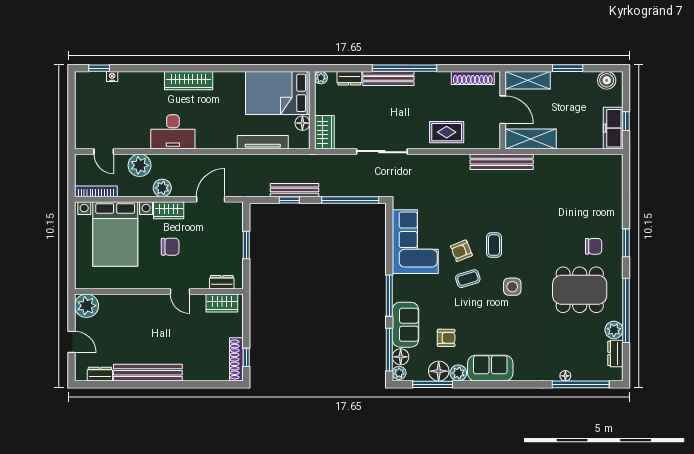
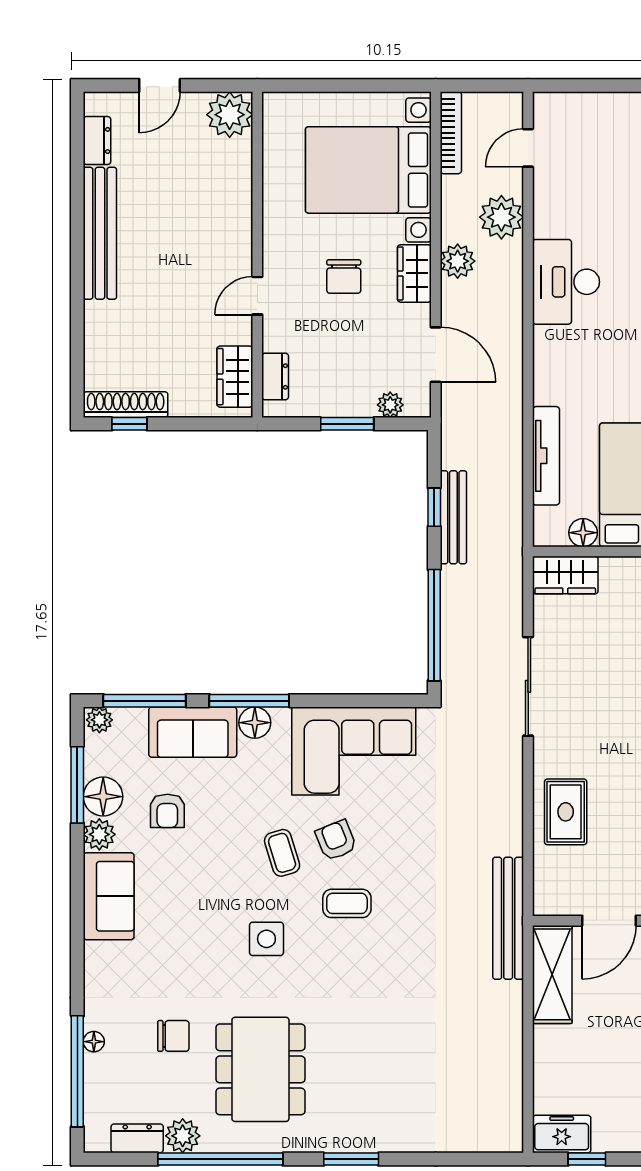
freezer: (613, 128) -> (562, 1134), width x0.71
plant: (236, 223) -> (390, 405), added
chair: (594, 246) -> (173, 1036), moved, turned -90
floor lamp: (401, 357) -> (255, 723), moved

